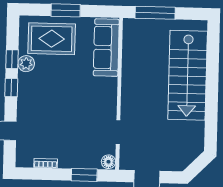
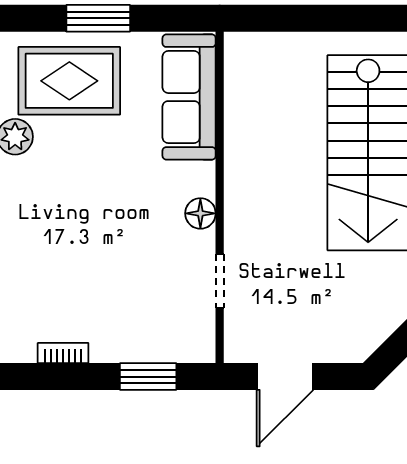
window: (155, 13) -> (294, 18), removed
floor lamp: (108, 162) -> (200, 213), moved

